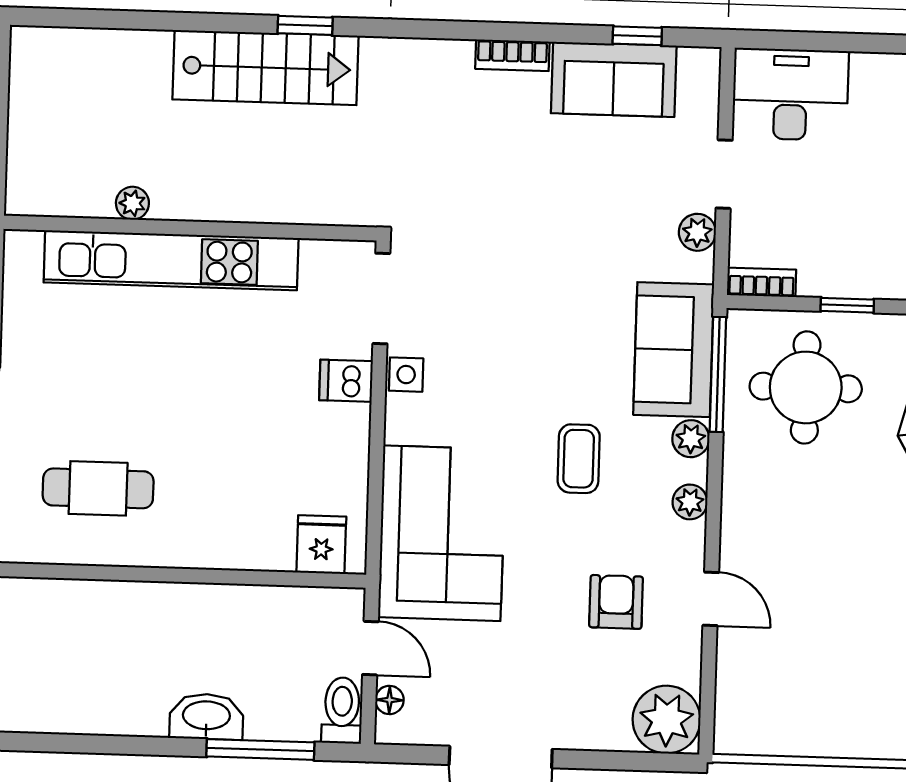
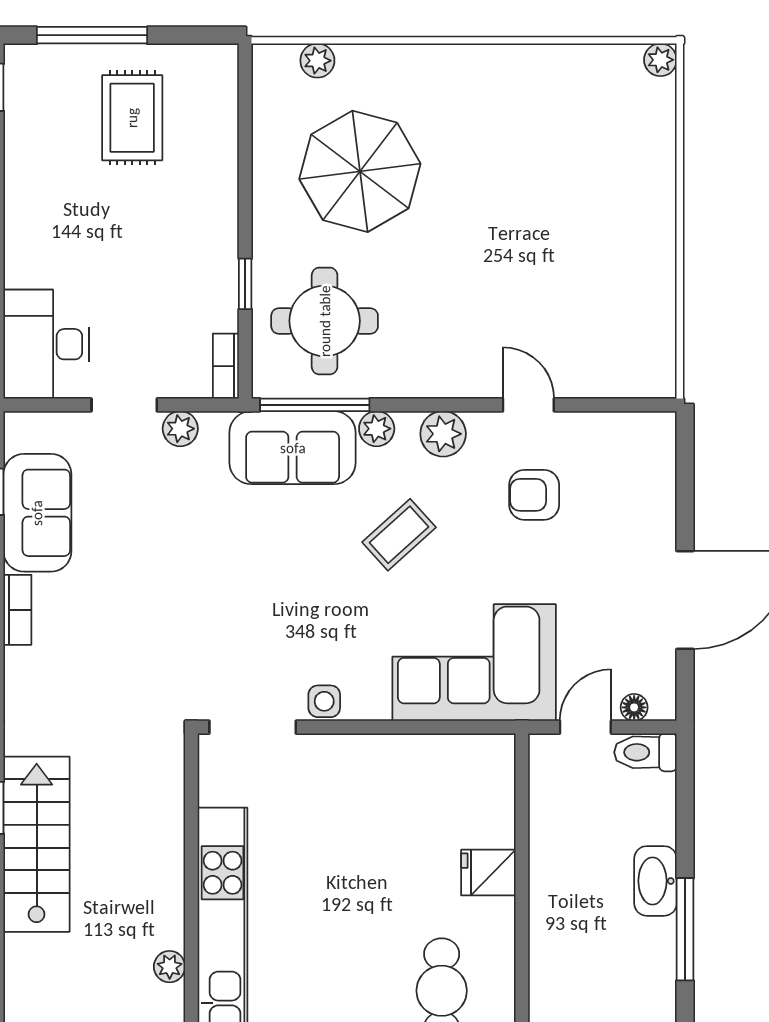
dishwasher: (346, 381) -> (332, 758), removed
coffee table: (579, 459) -> (399, 535), turned -42
plant: (690, 502) -> (443, 434), width x1.38, depth x1.38
fridge: (321, 545) -> (488, 873), moved
door: (711, 599) -> (528, 405), hinge flipped
plant: (667, 720) -> (644, 443), removed
window: (260, 749) -> (685, 929), moved

